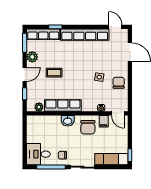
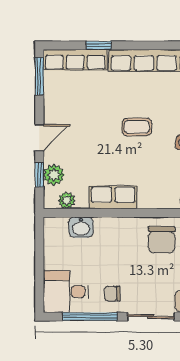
plant: (32, 57) -> (54, 175), moved
coffee table: (54, 73) -> (137, 127), moved
row of seats: (63, 105) -> (113, 197), width x0.68
washbasin: (68, 121) -> (81, 227), moved

